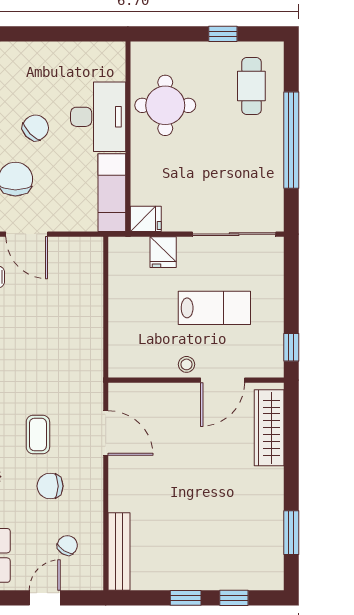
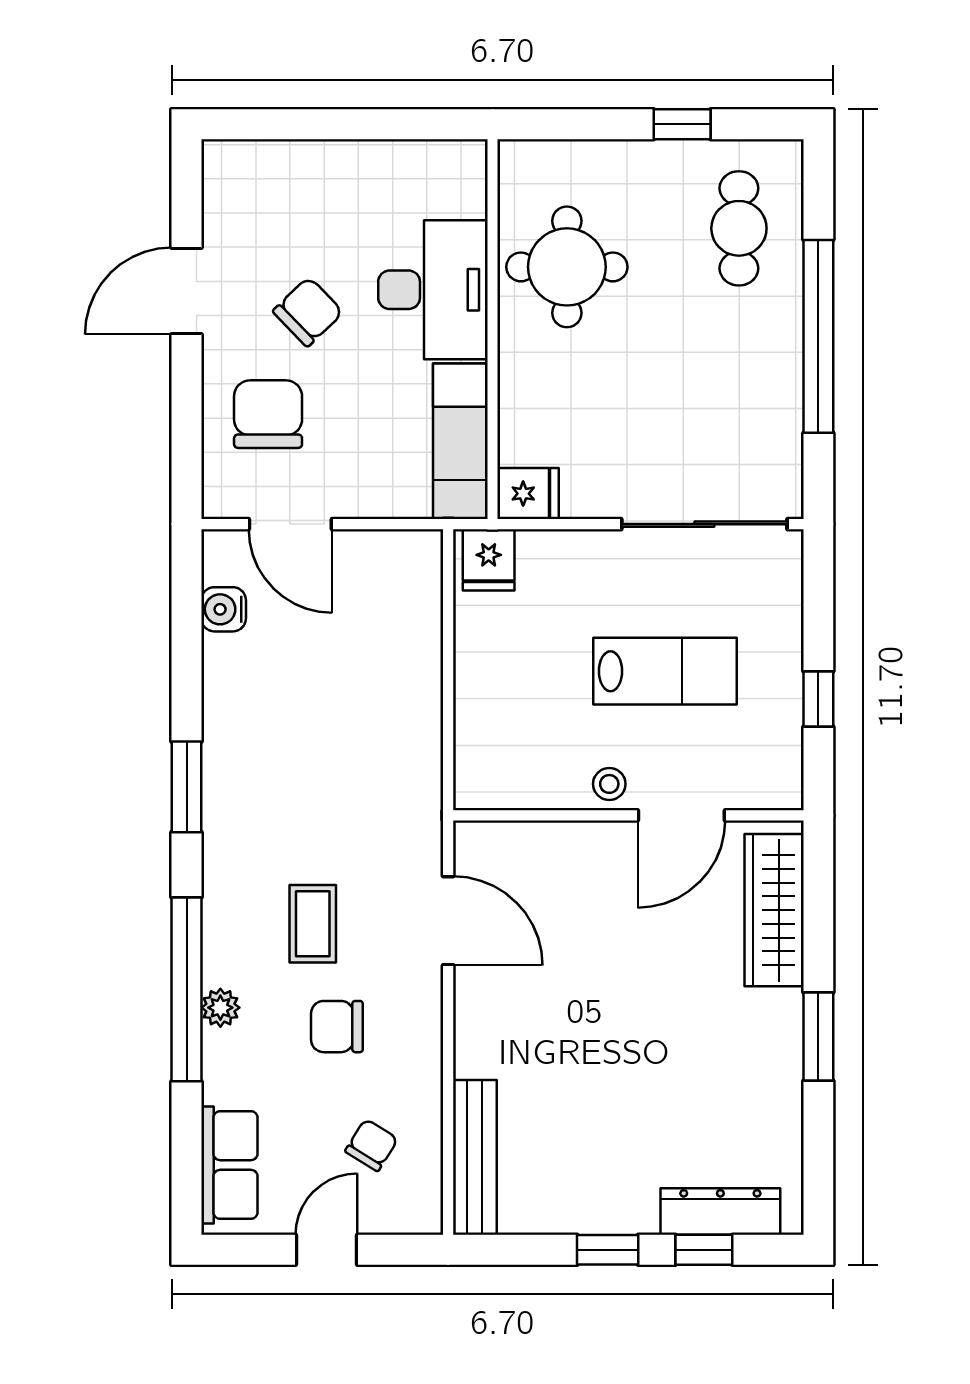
fridge: (163, 252) -> (489, 560), moved
window: (291, 347) -> (818, 699), moved
window: (291, 533) -> (818, 1036), moved
dresser: (242, 579) -> (720, 1212), added

